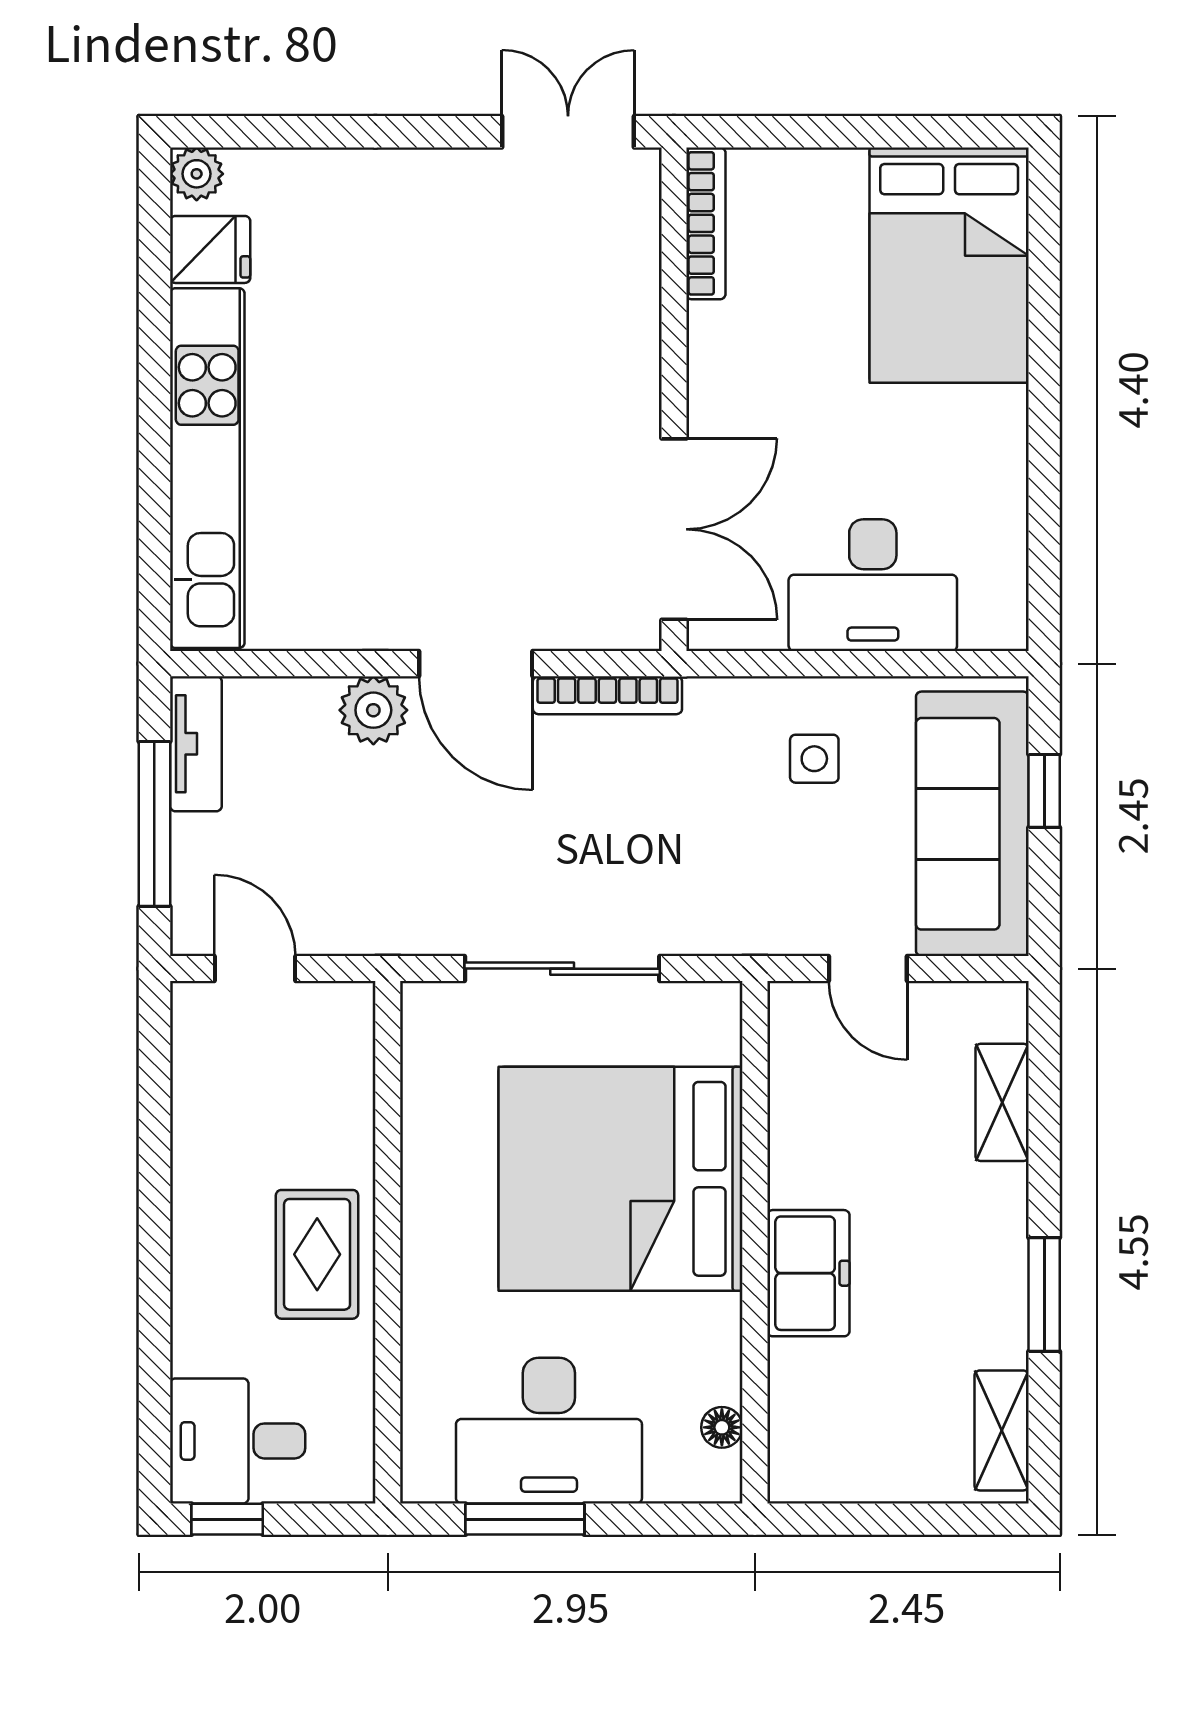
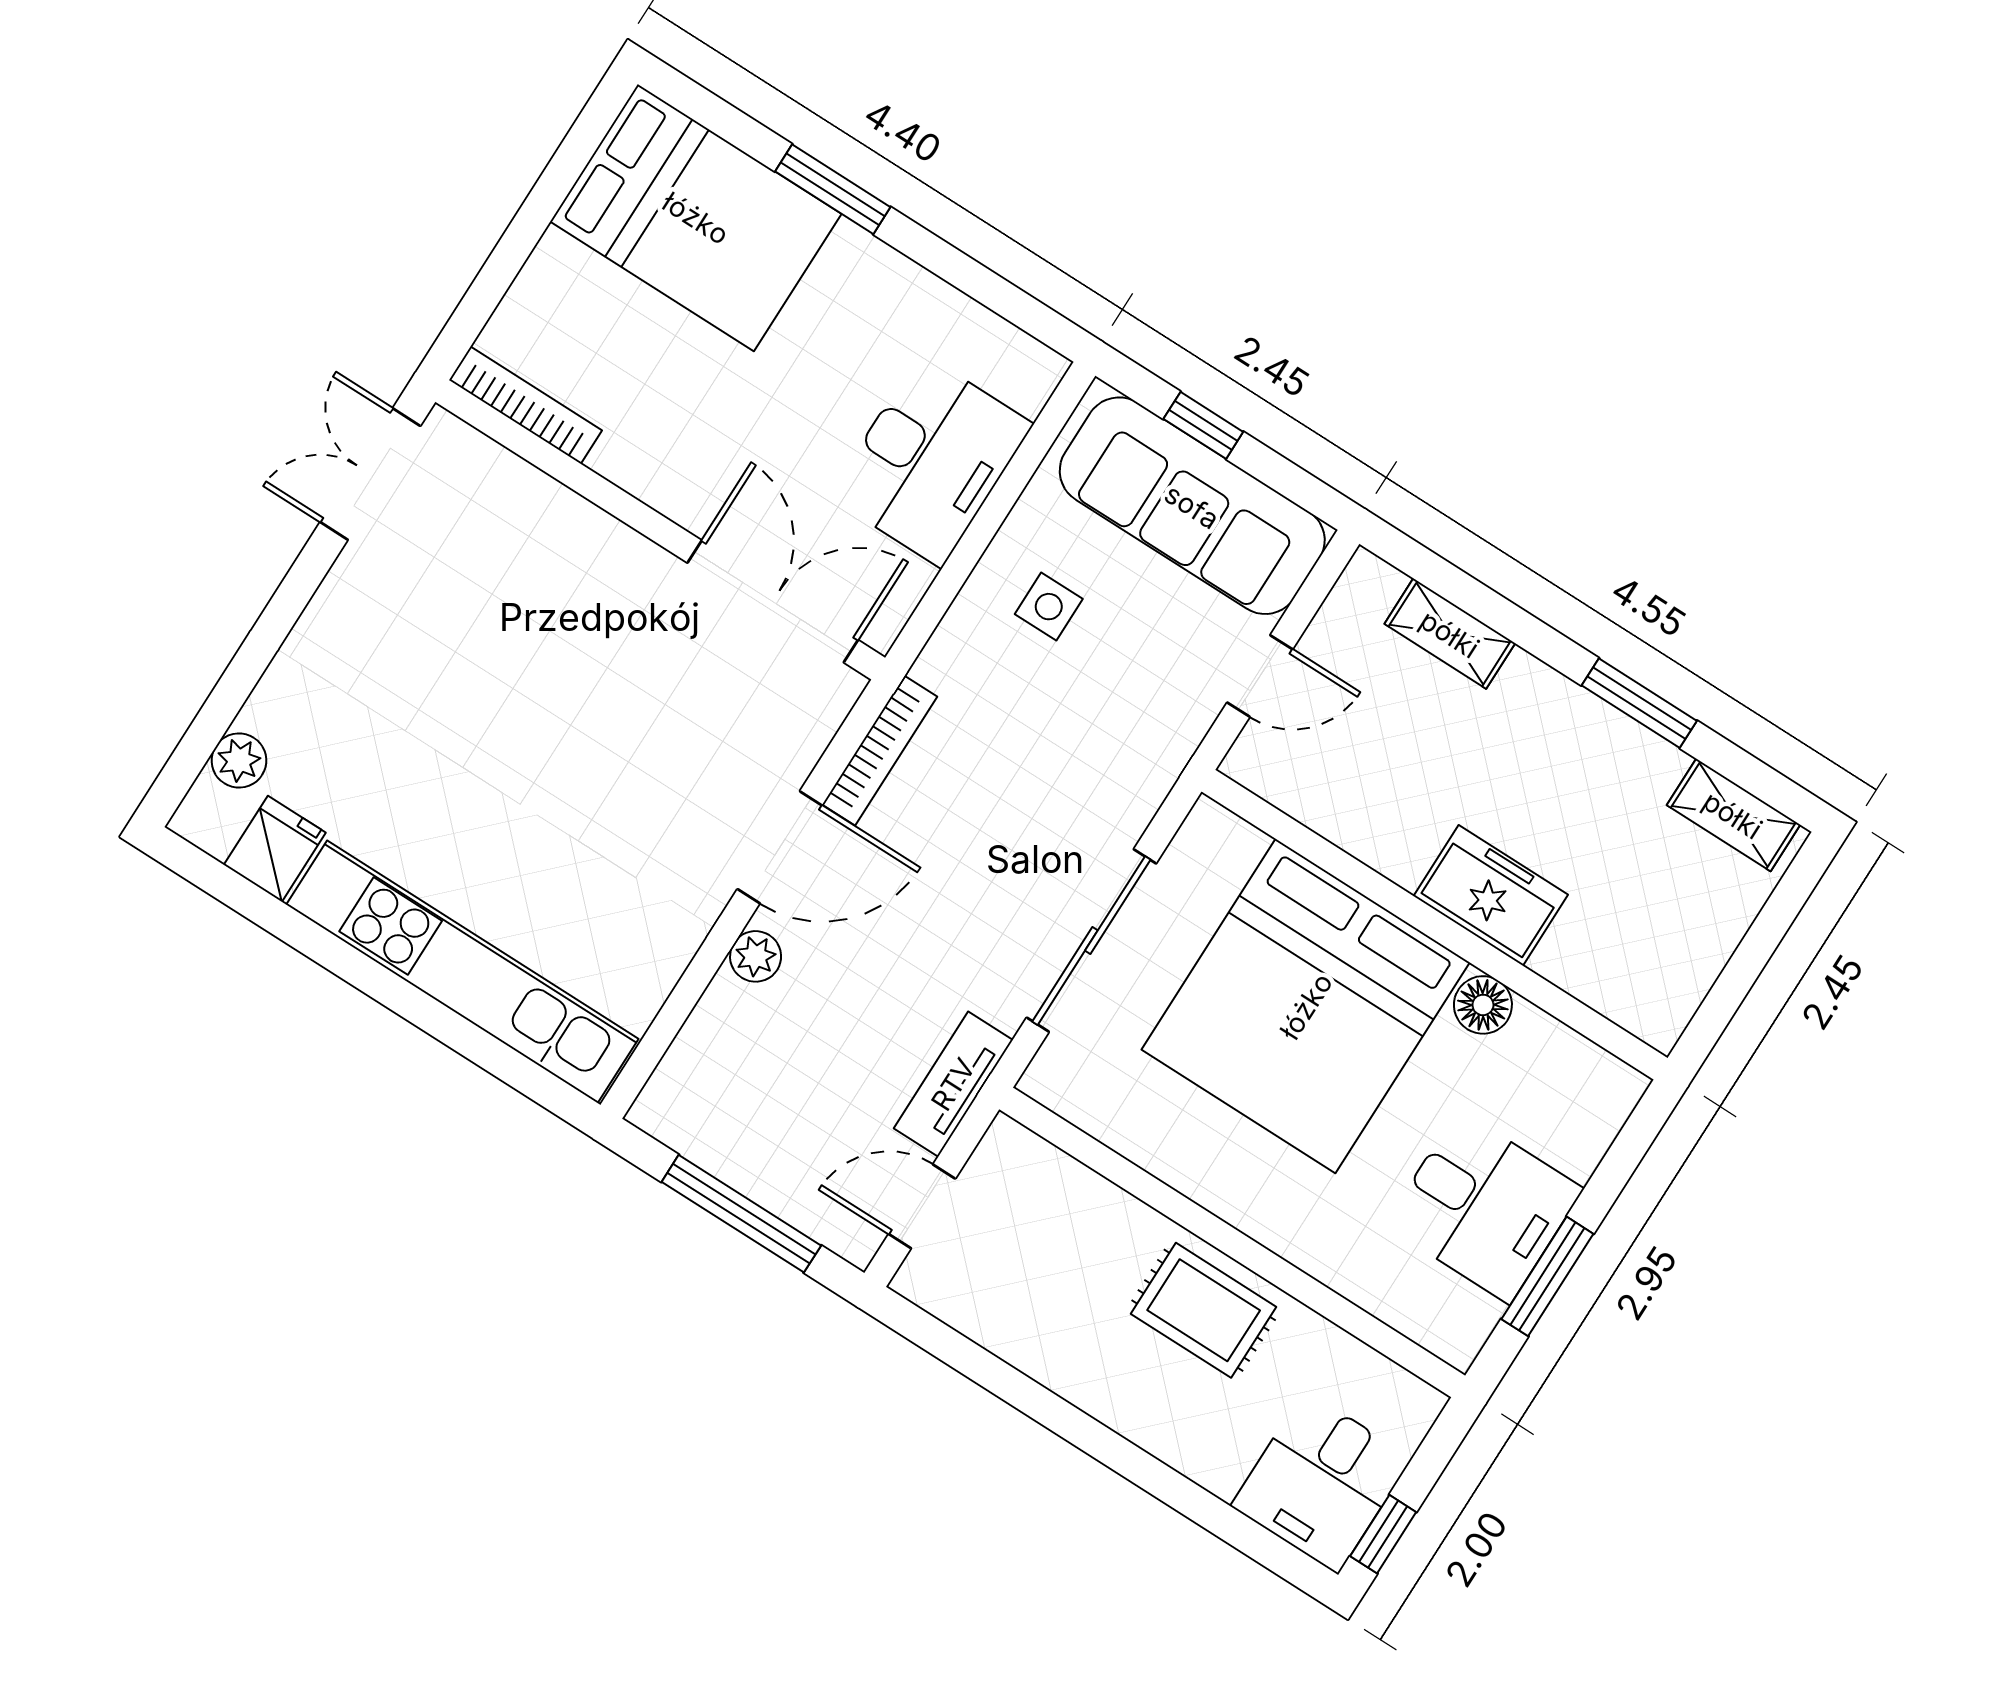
plant: (197, 174) -> (239, 761), moved
window: (1044, 363) -> (833, 189), added
plant: (373, 710) -> (756, 956), width x0.73, depth x0.73
tv unit: (196, 744) -> (953, 1084), moved, turned -90
floor lamp: (722, 1427) -> (1483, 1005), moved, width x1.37, depth x1.37
desk: (549, 1431) -> (1484, 1207), width x0.73

